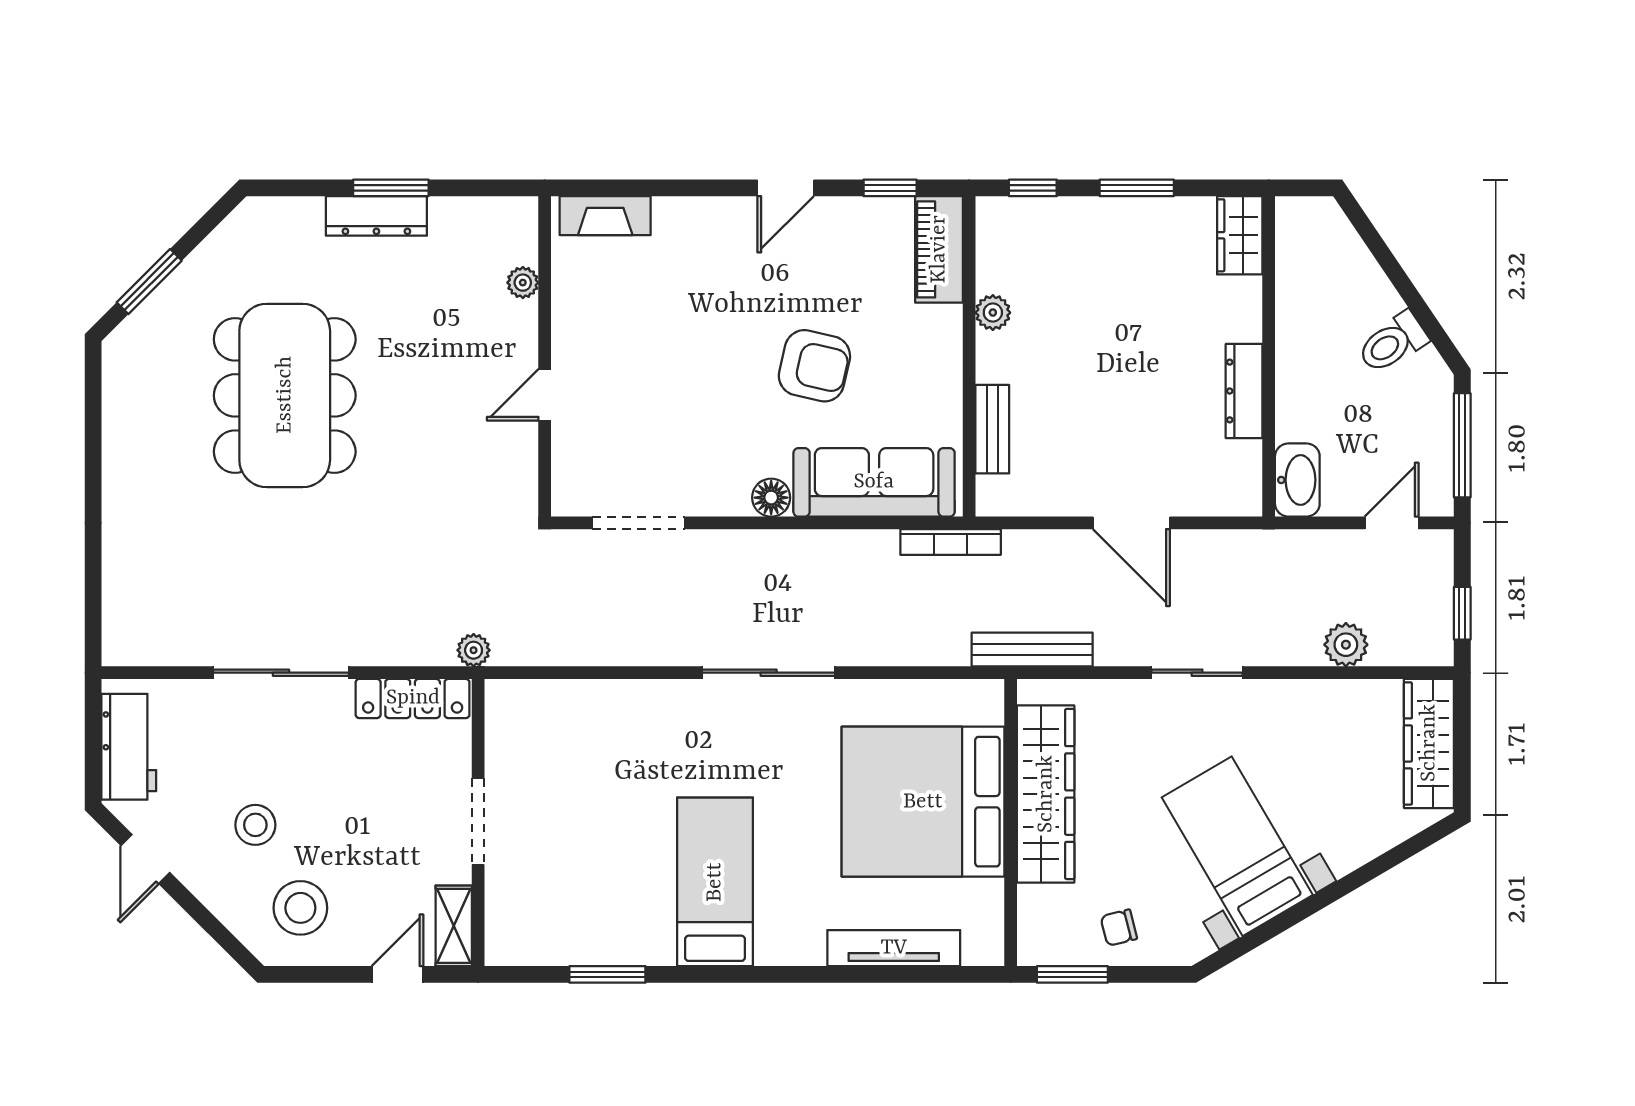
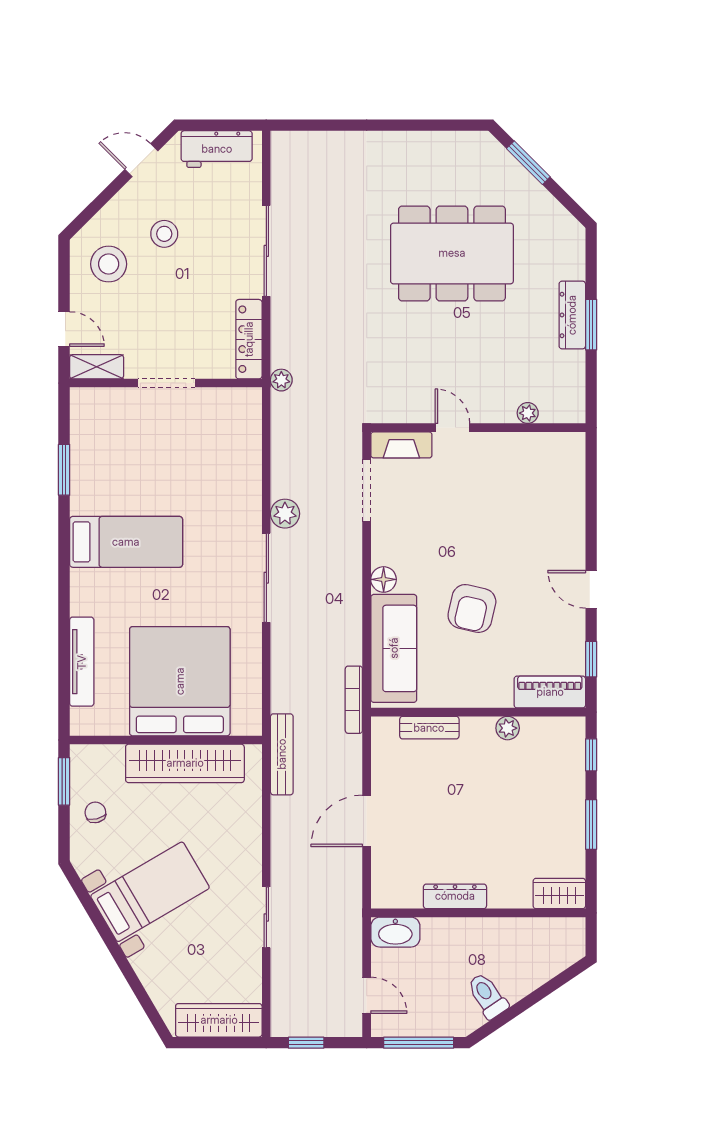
fireplace: (605, 216) -> (401, 445), moved, turned -90
plant: (1346, 645) -> (285, 514), moved
sliding door: (1197, 673) -> (266, 917), moved

